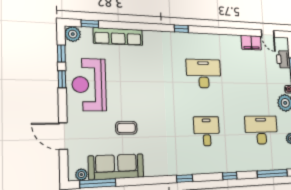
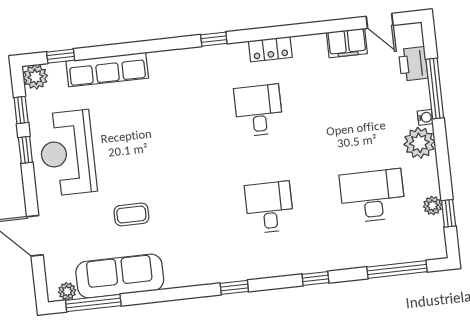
locker: (212, 40) -> (270, 49), added
desk: (204, 74) -> (259, 110), width x0.73

